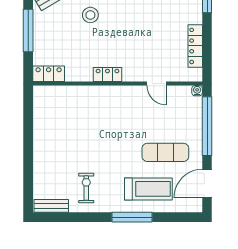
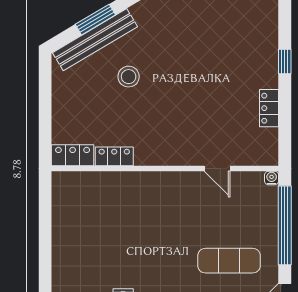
window: (28, 30) -> (45, 97), removed
locker: (195, 46) -> (269, 108), width x0.66
locker: (107, 75) -> (114, 156), moved

